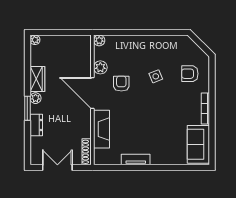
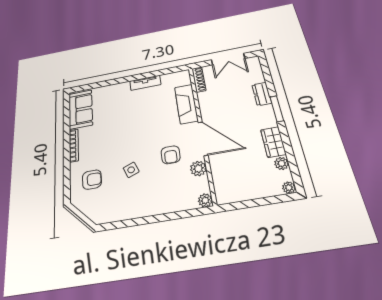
plant: (36, 98) -> (282, 163), moved

